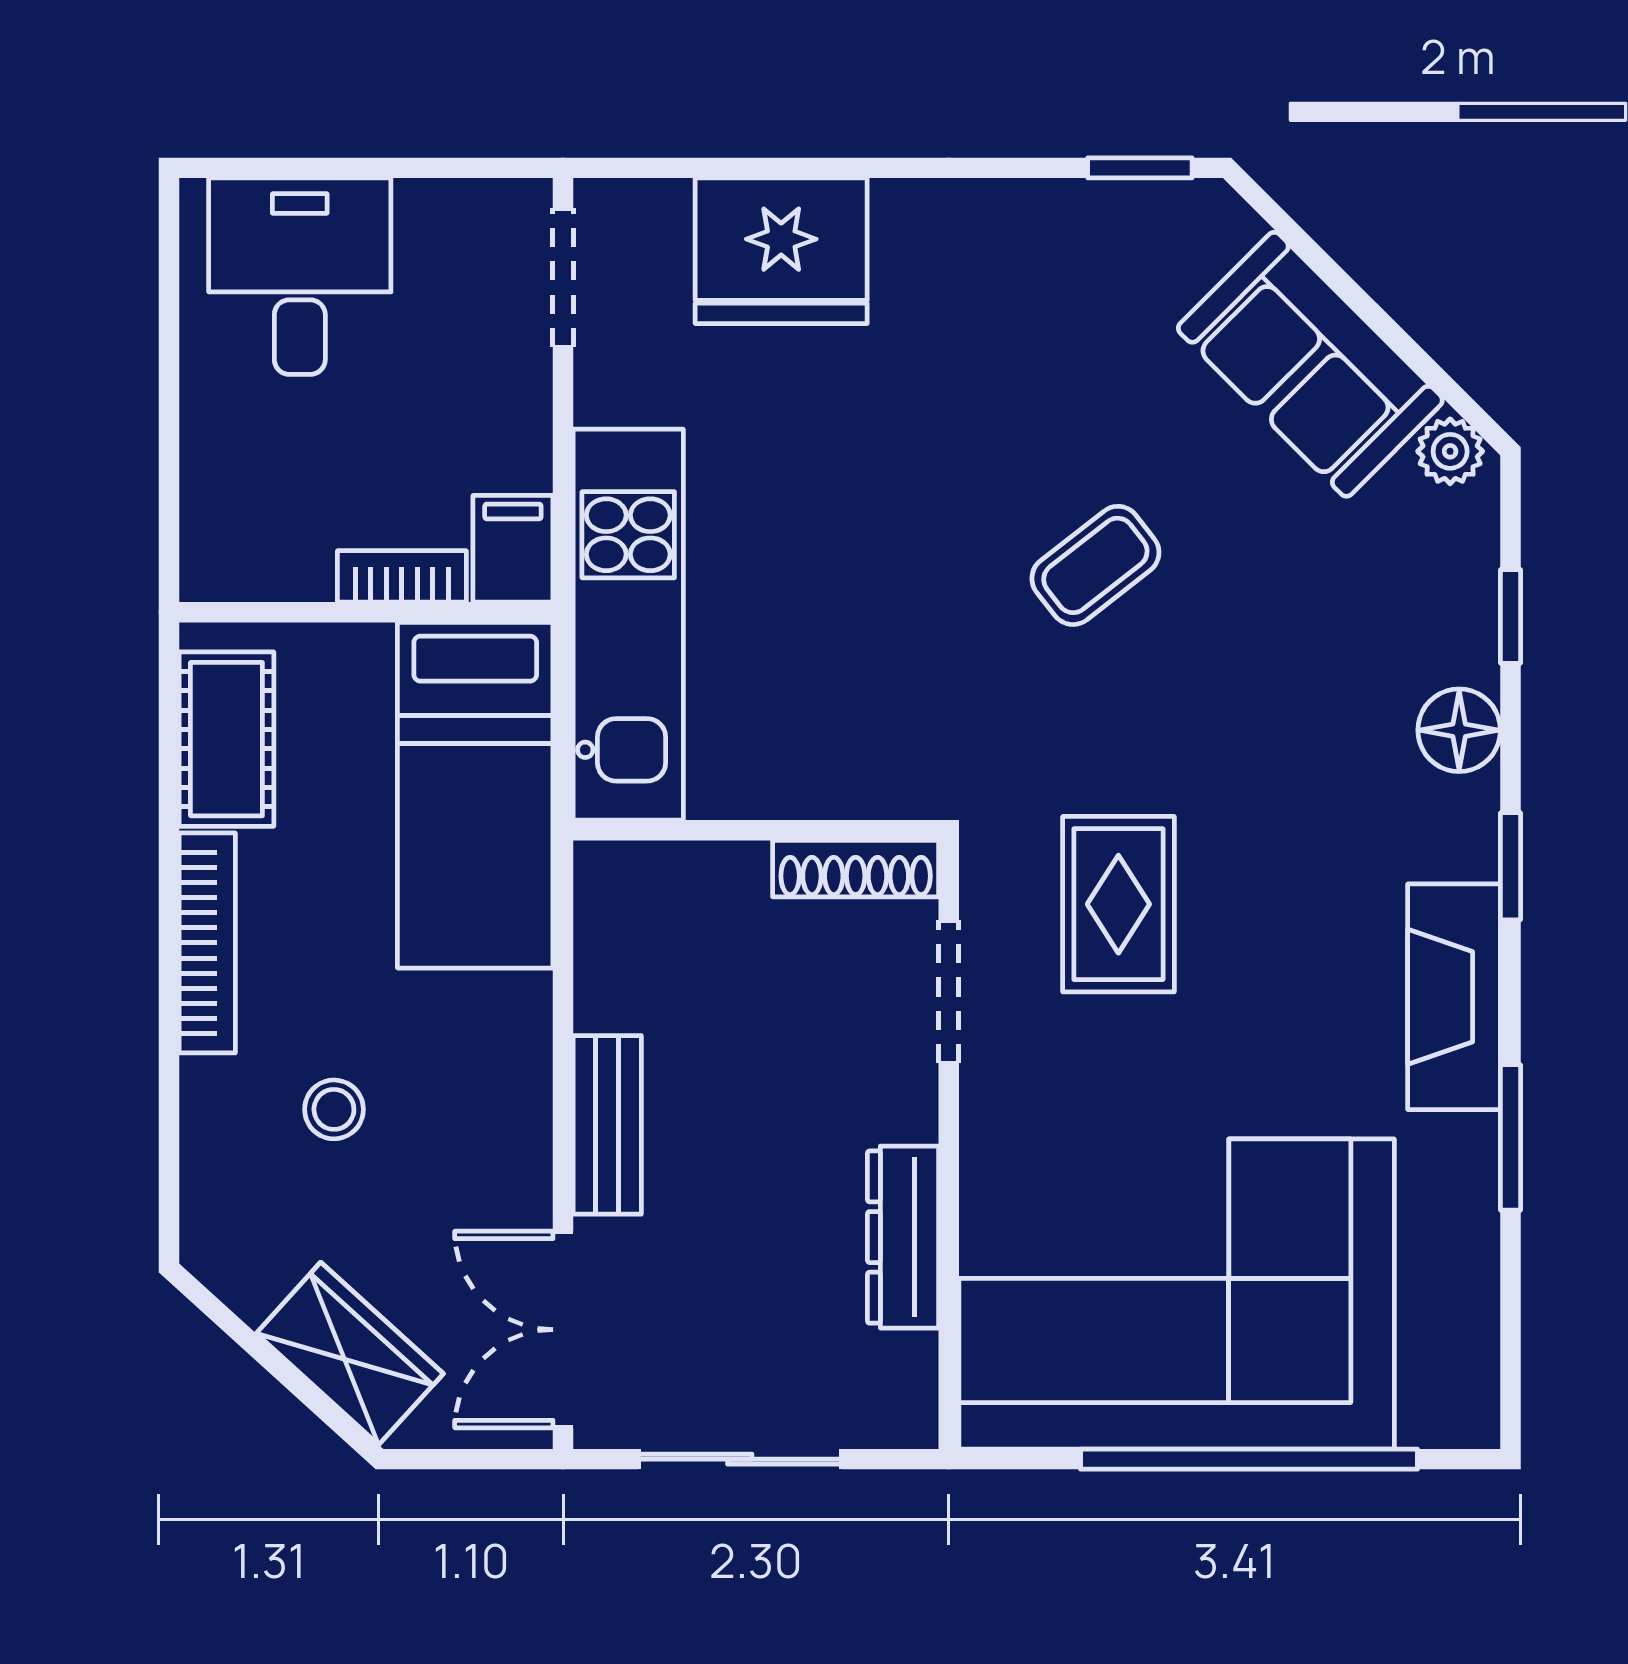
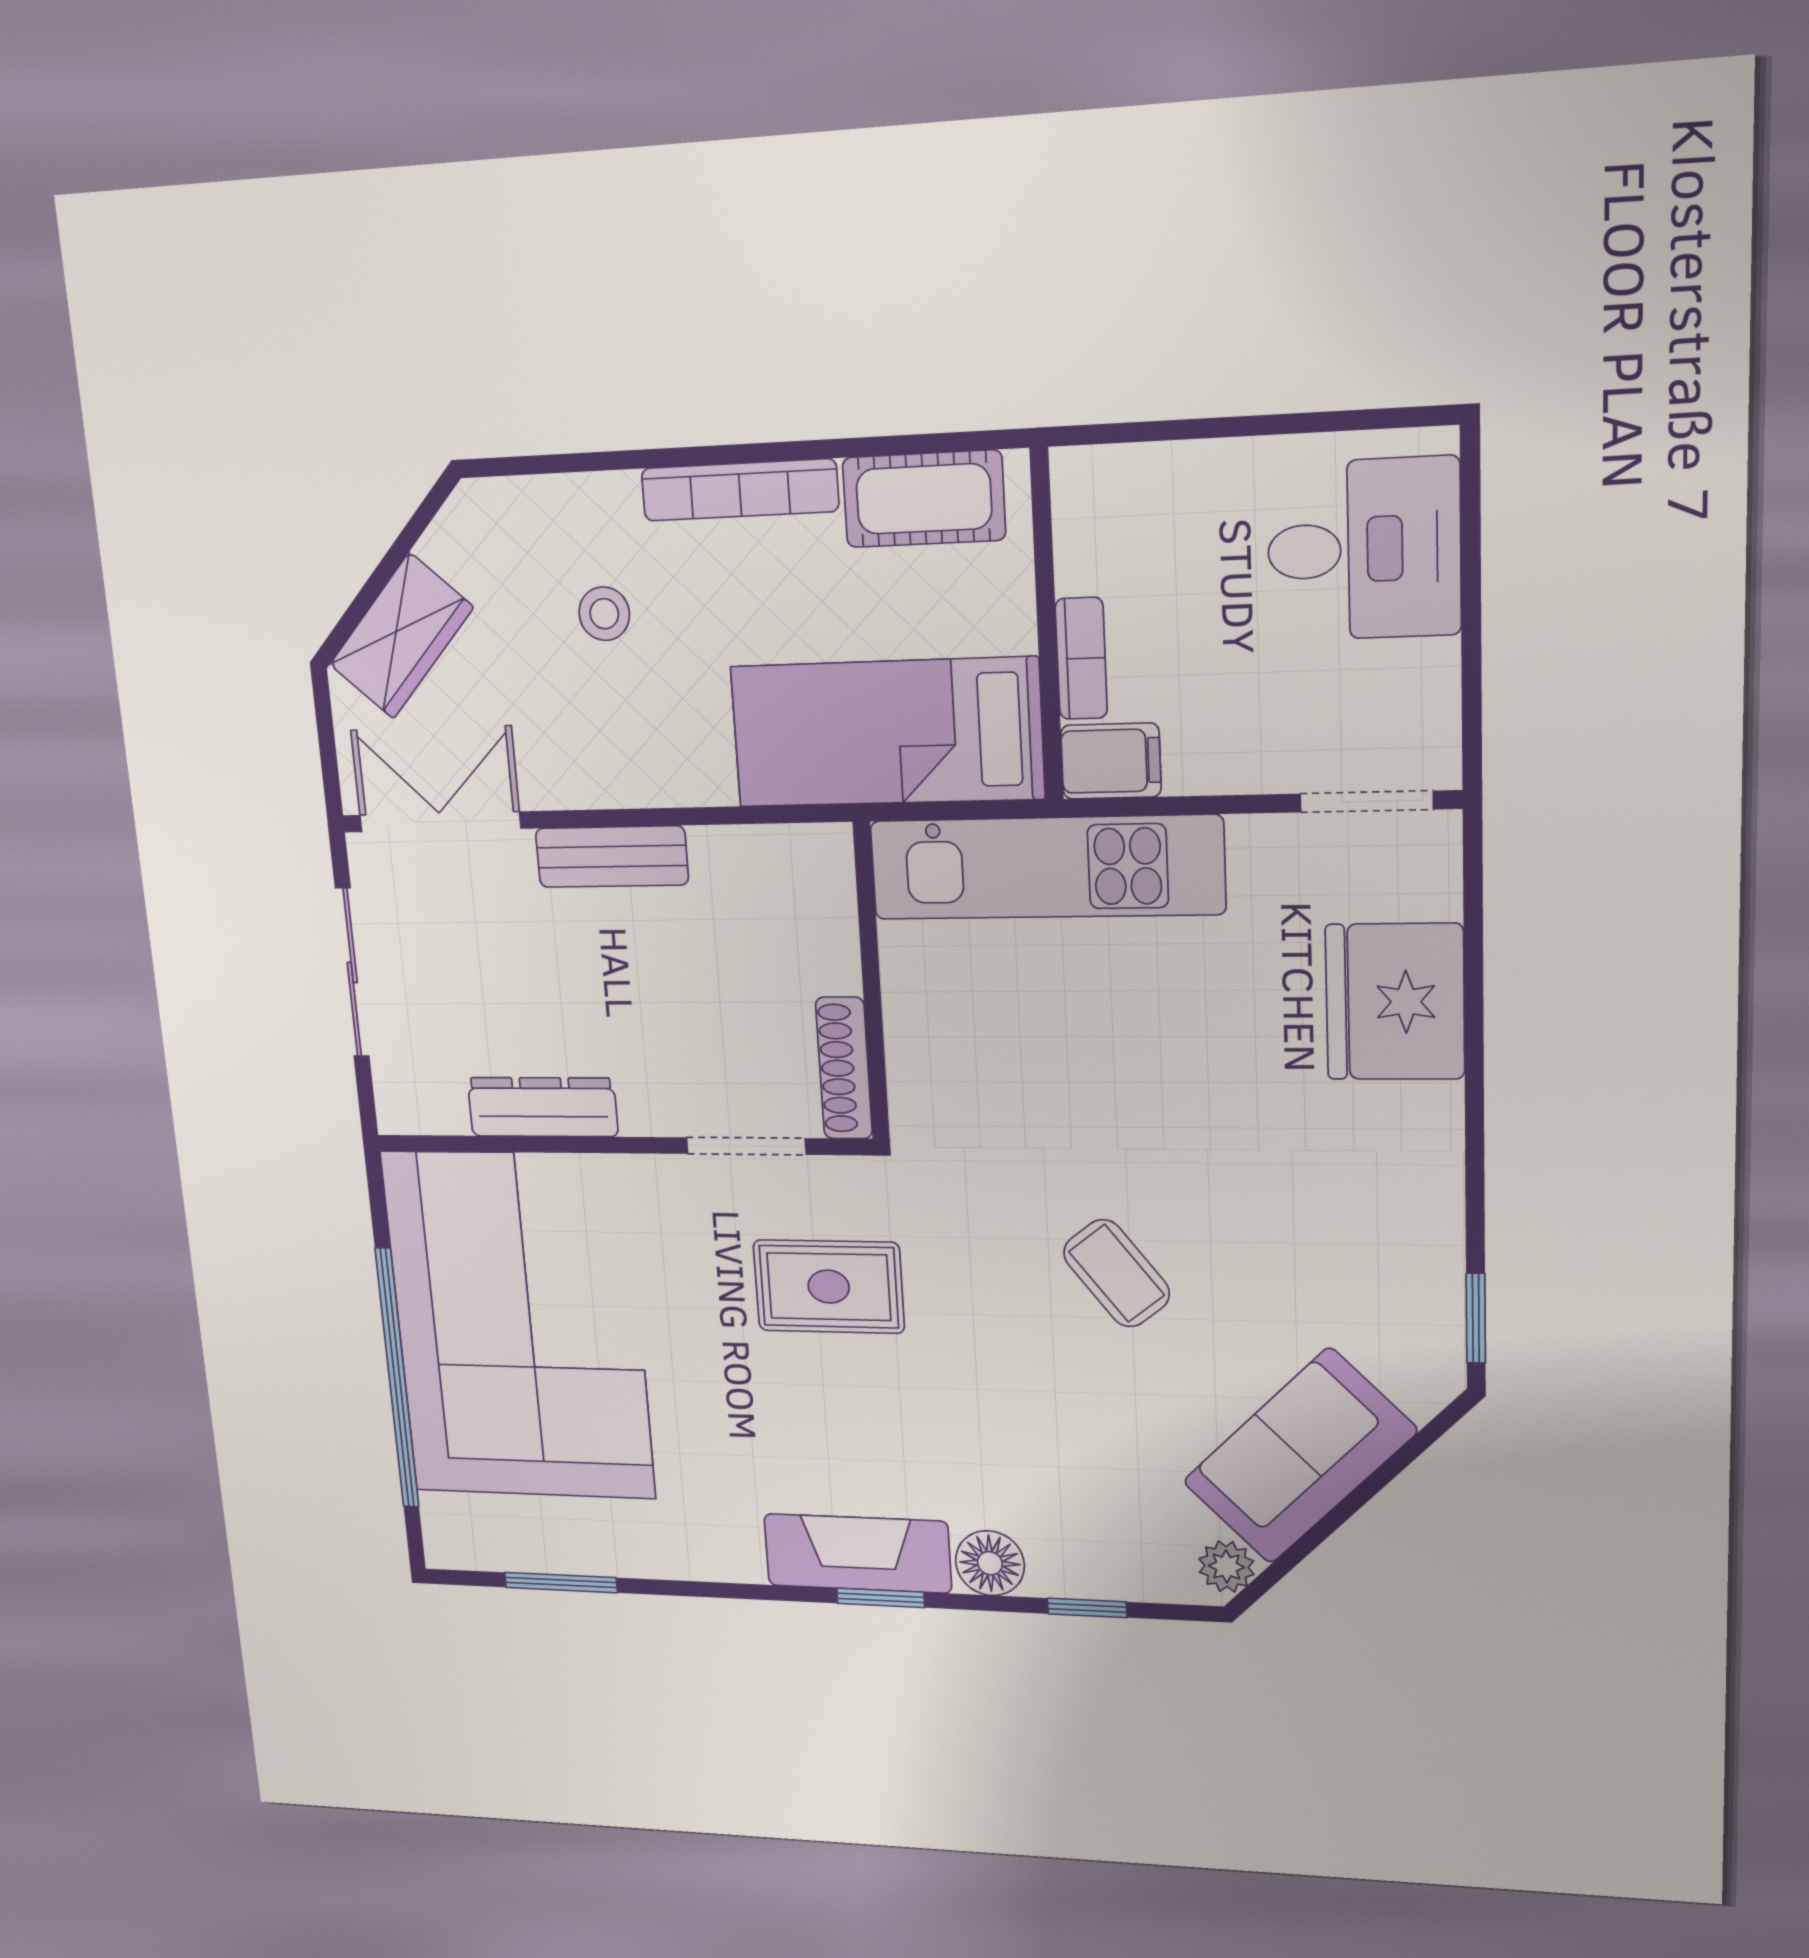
fireplace: (1454, 997) -> (857, 1553), moved
window: (1511, 1137) -> (561, 1583), moved

